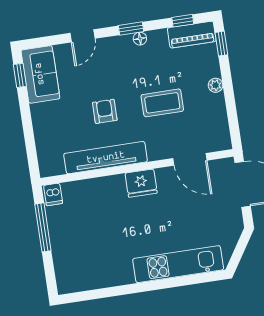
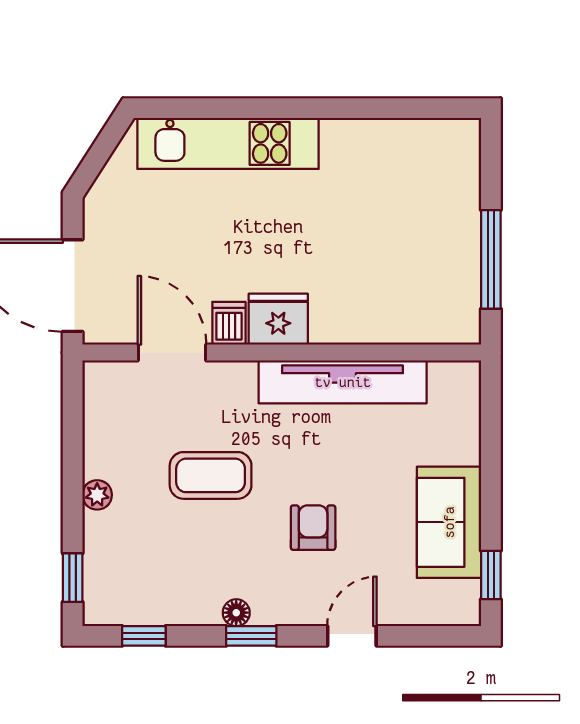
piano: (192, 35) -> (130, 605), removed
sofa: (40, 74) -> (449, 522), moved
armchair: (105, 111) -> (313, 528), moved, turned 180
dishwasher: (53, 194) -> (229, 323), moved

